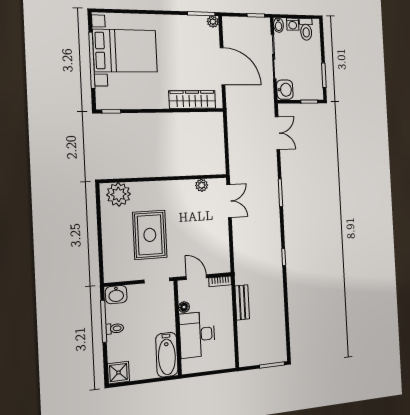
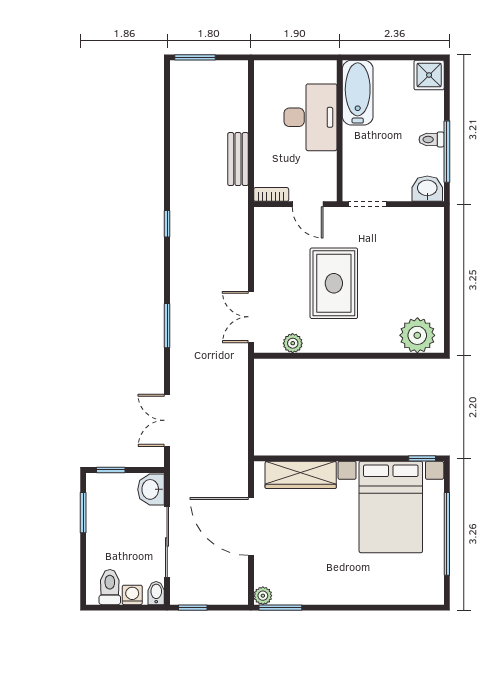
bed with nightstands: (125, 51) -> (391, 507), moved, turned -90
rug: (150, 235) -> (334, 283), moved
floor lamp: (184, 307) -> (329, 161), removed

